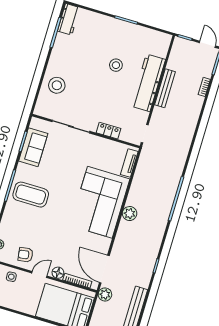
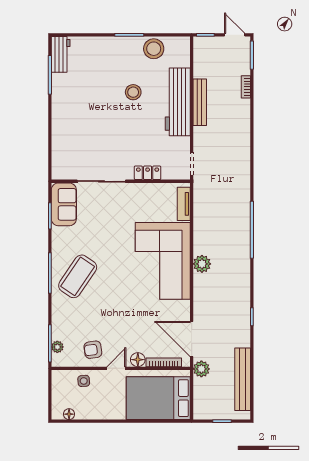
stool: (57, 85) -> (154, 49), moved
sofa: (33, 147) -> (64, 204), moved
coffee table: (31, 195) -> (78, 276), turned -56

